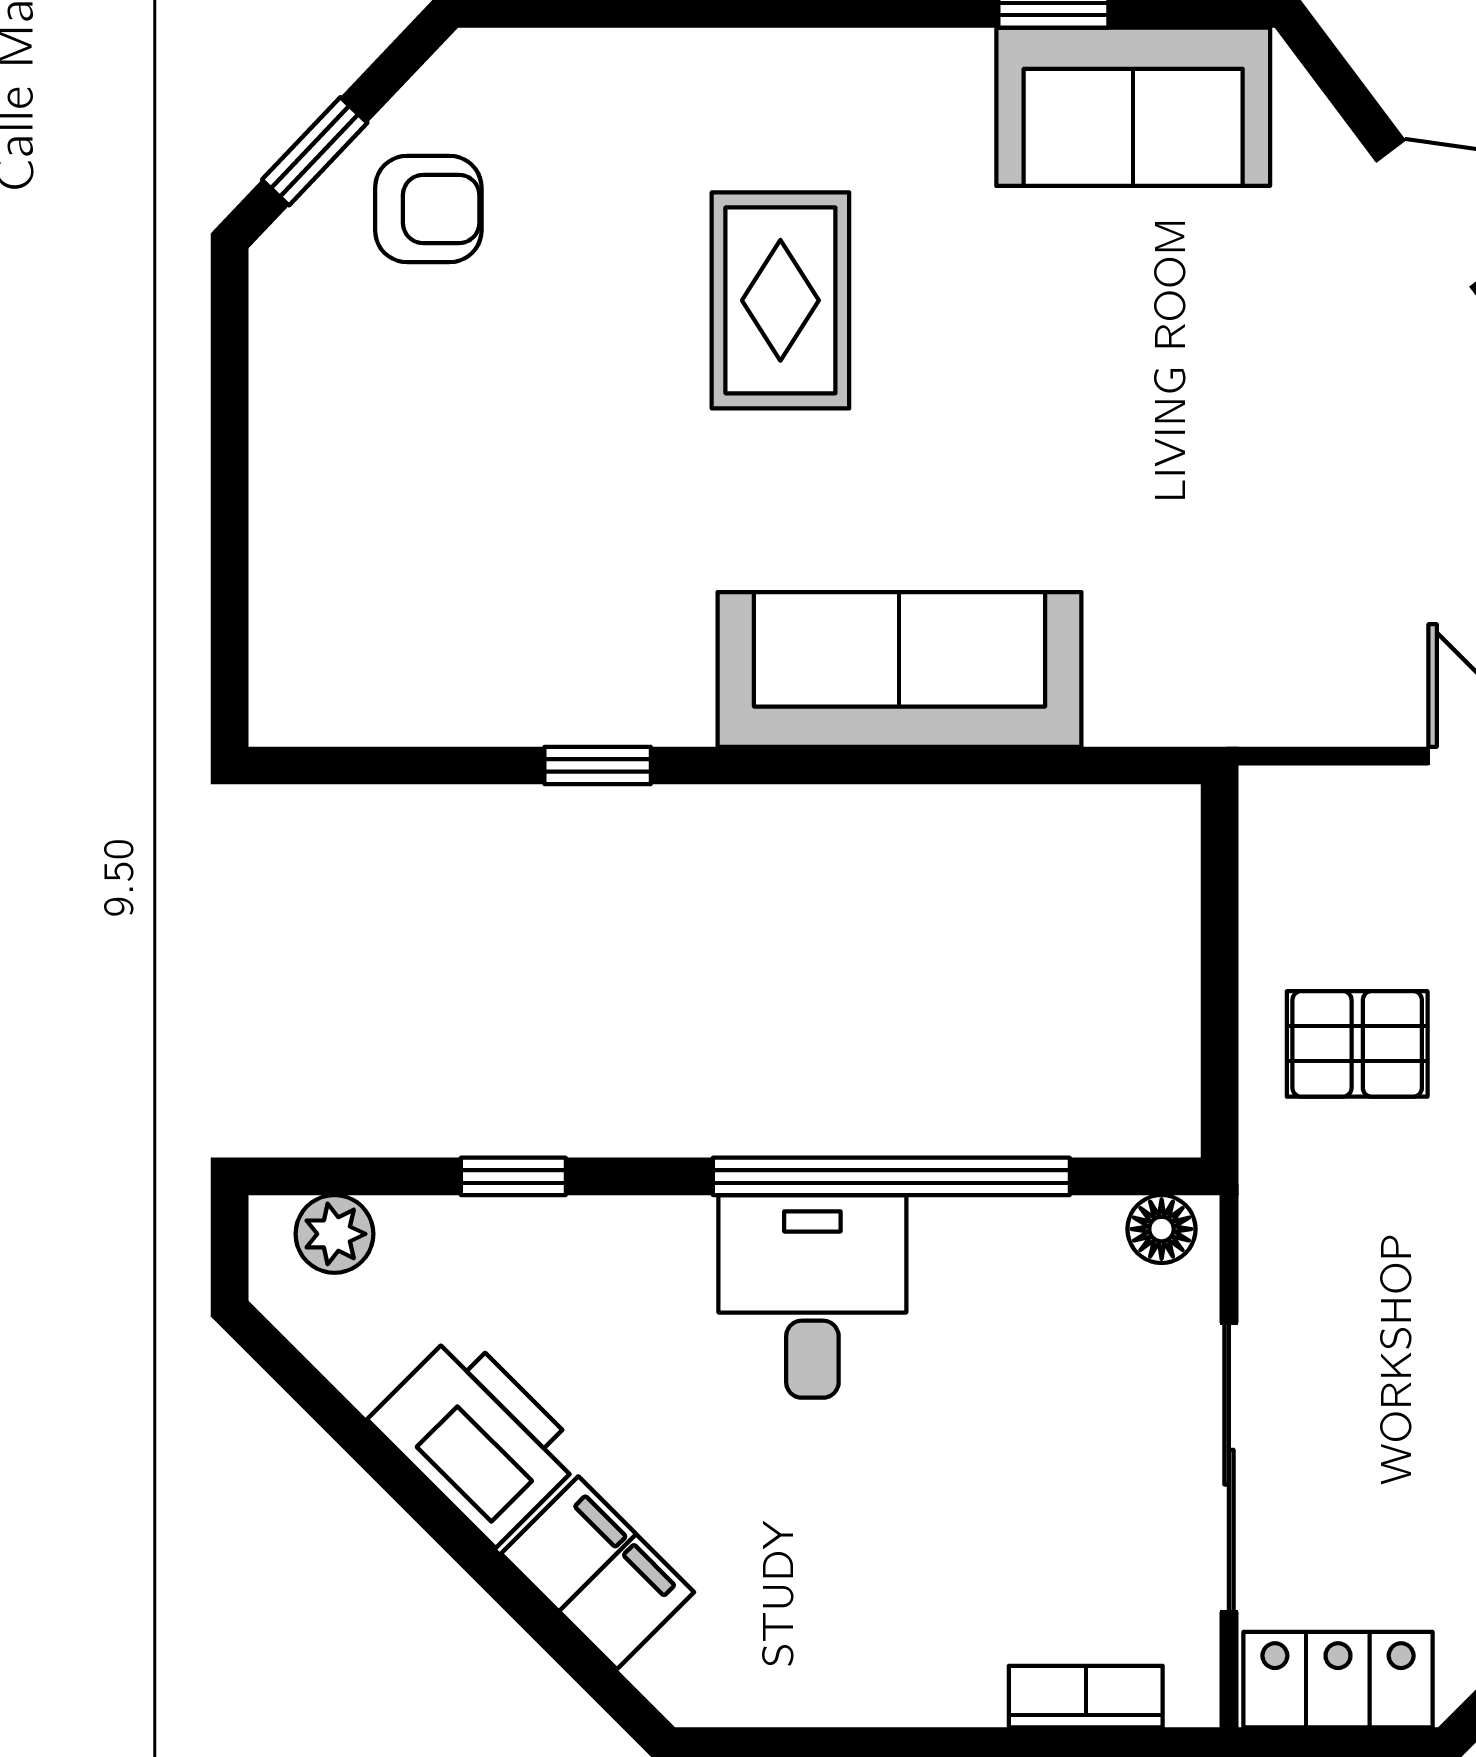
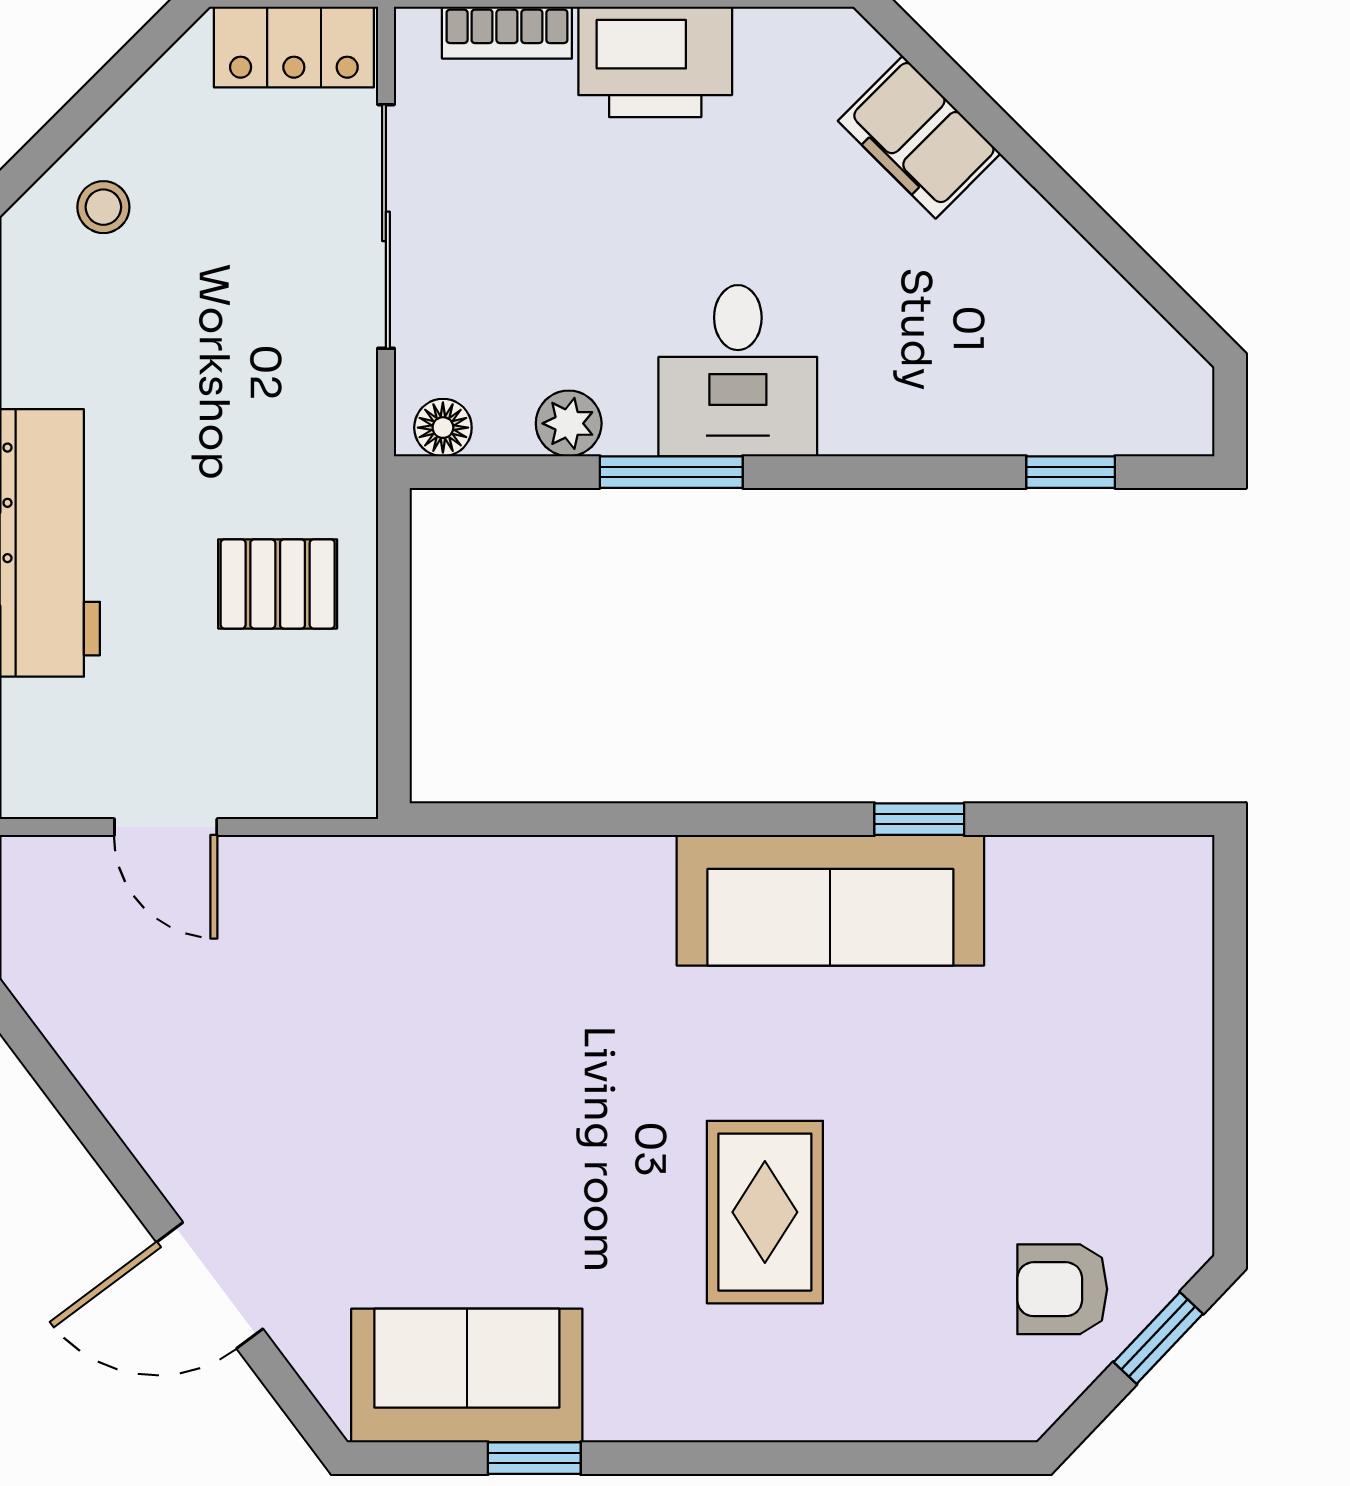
sofa: (899, 669) -> (830, 900), moved
window: (513, 1176) -> (1071, 472), moved
window: (891, 1176) -> (671, 472), width x0.47
plant: (334, 1234) -> (569, 423), moved
printer: (478, 1438) -> (655, 62), moved, turned -45

